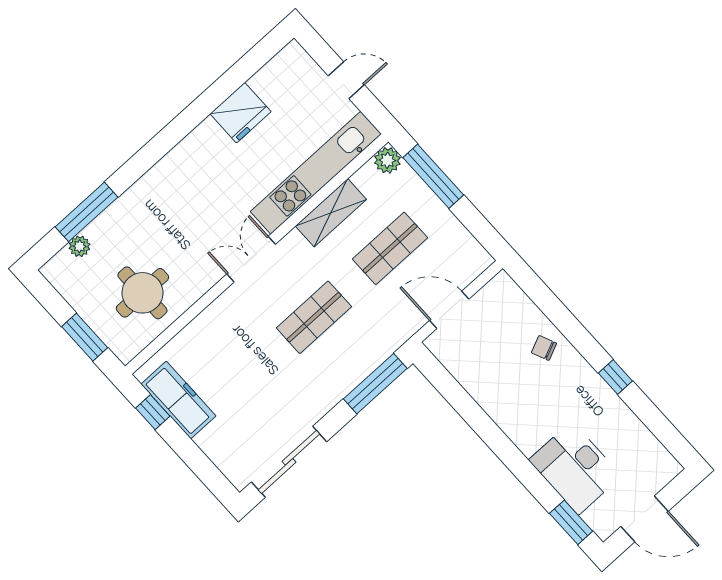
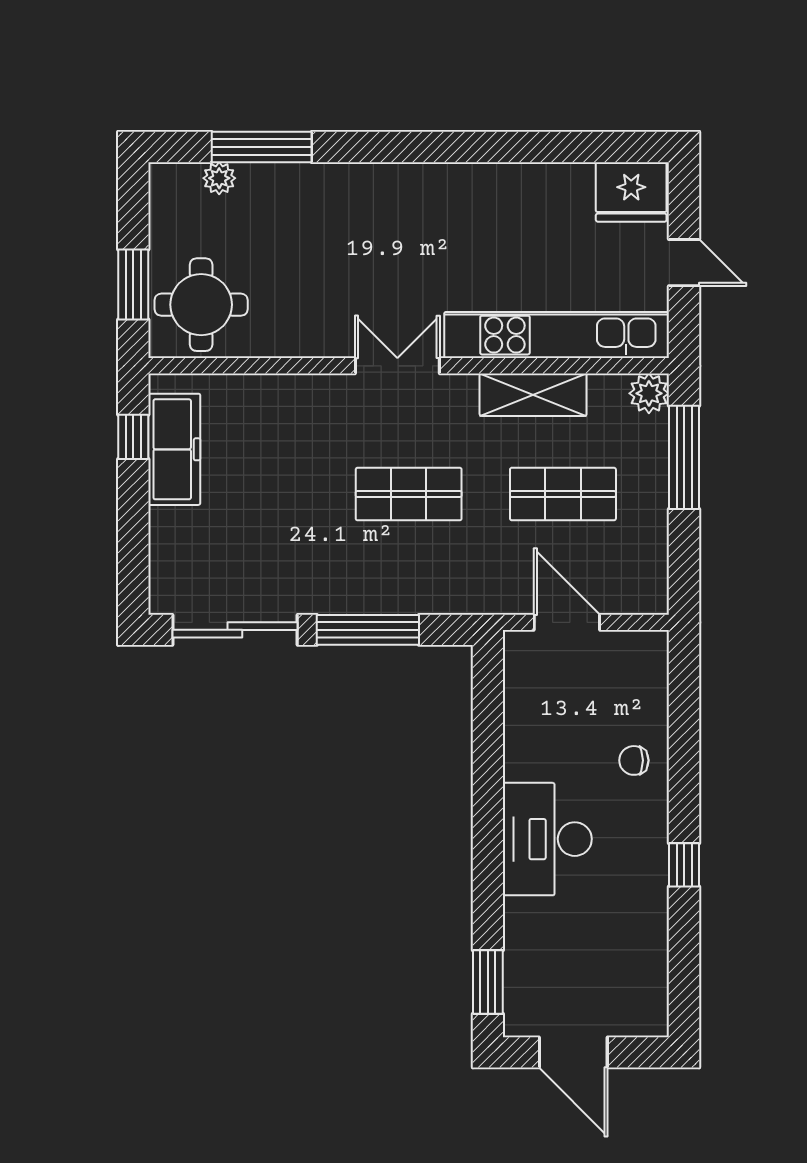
fridge: (241, 113) -> (631, 192), moved
round table: (142, 293) -> (201, 305), moved
chair: (544, 348) -> (634, 760), turned -66
window: (375, 384) -> (368, 630), moved
desk: (575, 468) -> (547, 839), moved

